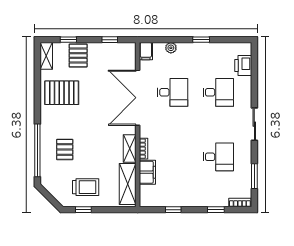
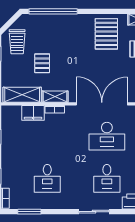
desk: (173, 92) -> (107, 136), width x1.37
sliding door: (254, 124) -> (94, 212), moved
pallet: (65, 149) -> (42, 63), moved, turned 90
trolley: (86, 187) -> (17, 42), moved

